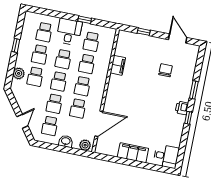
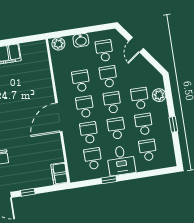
window: (144, 32) -> (28, 192), moved
filing cabinet: (118, 65) -> (59, 174), moved
door: (99, 124) -> (59, 117), moved

